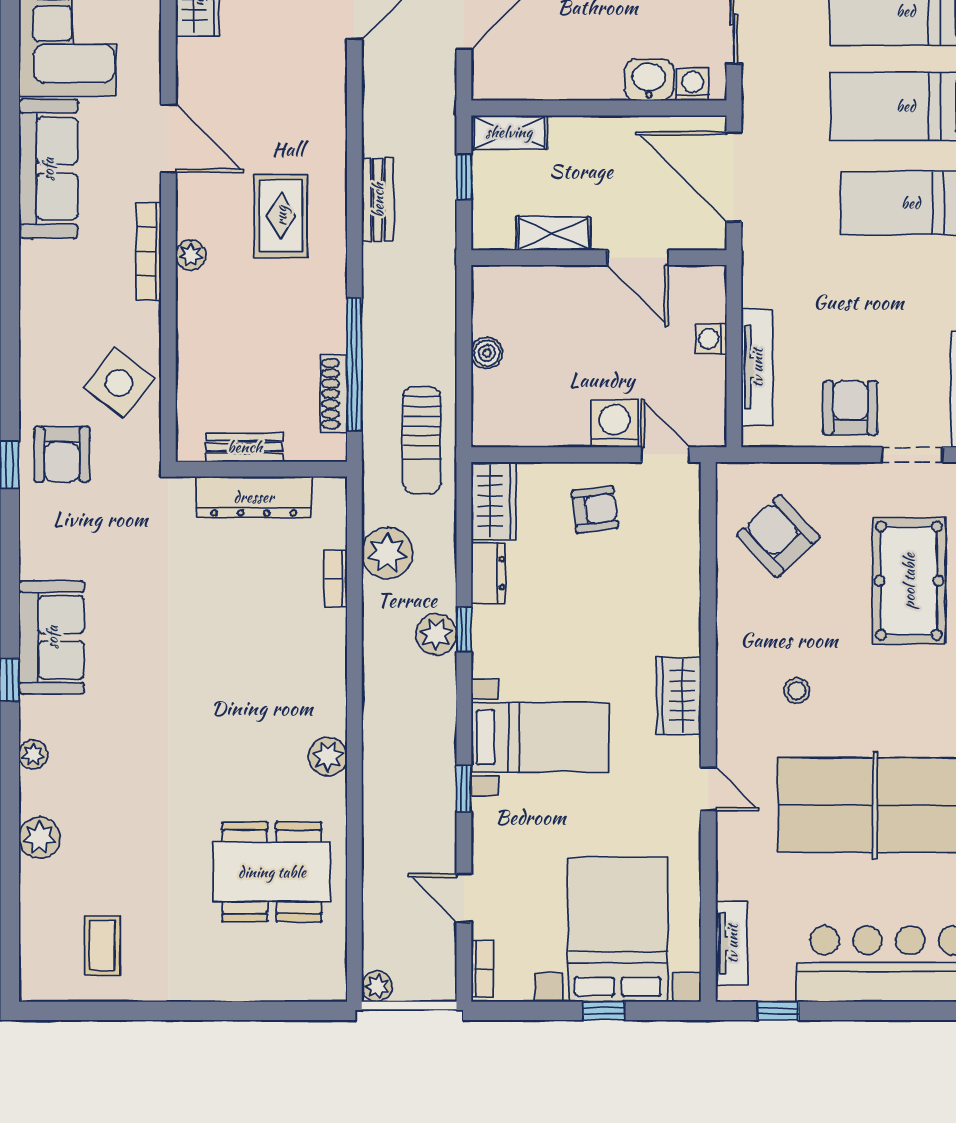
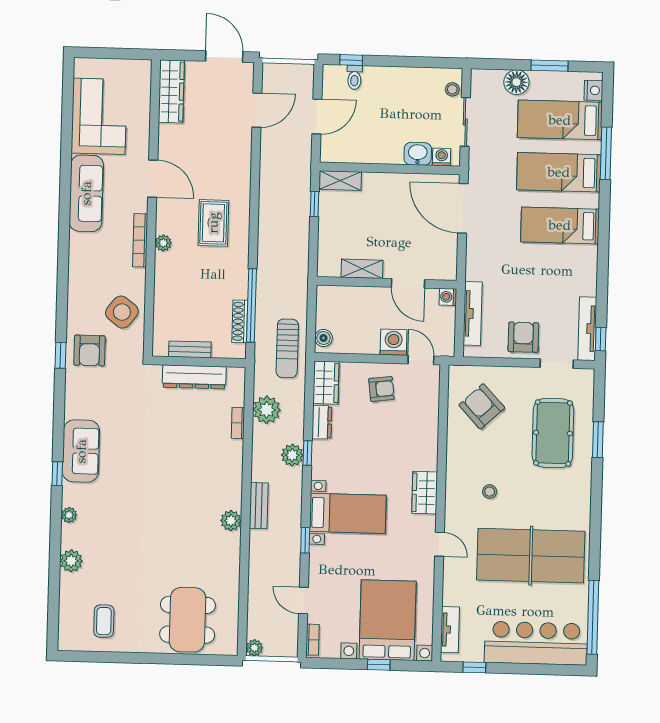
bench: (378, 200) -> (259, 506), moved
shelving: (554, 233) -> (362, 269), moved
wall: (599, 258) -> (387, 283), moved
door: (638, 258) -> (408, 283), moved
boiler: (487, 353) -> (323, 338), moved
dining table: (272, 872) -> (188, 620), moved, turned 90

